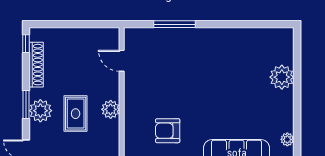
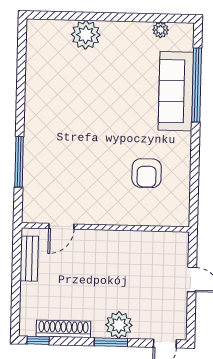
bench: (94, 35) -> (29, 259), added
plant: (111, 109) -> (119, 241), removed
rug: (76, 114) -> (123, 283), removed

